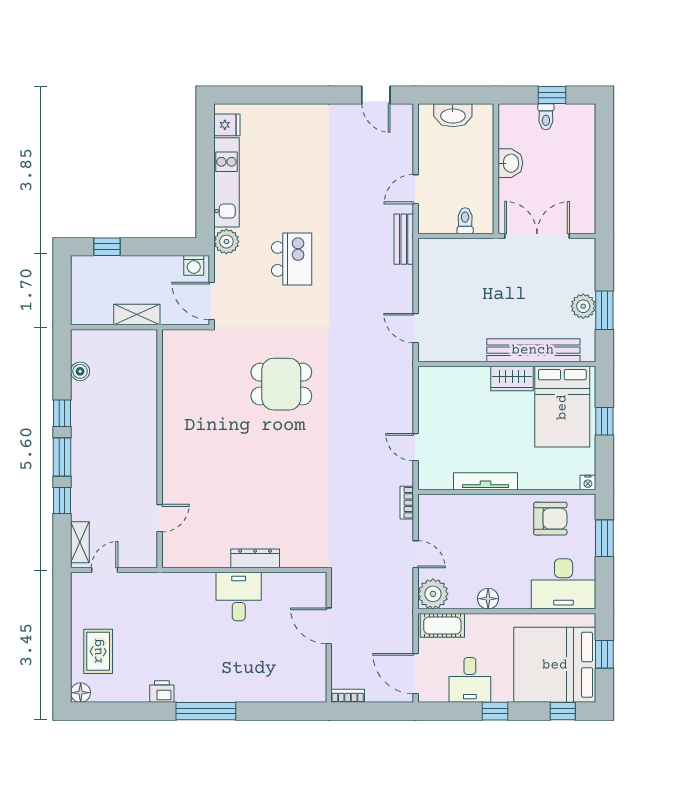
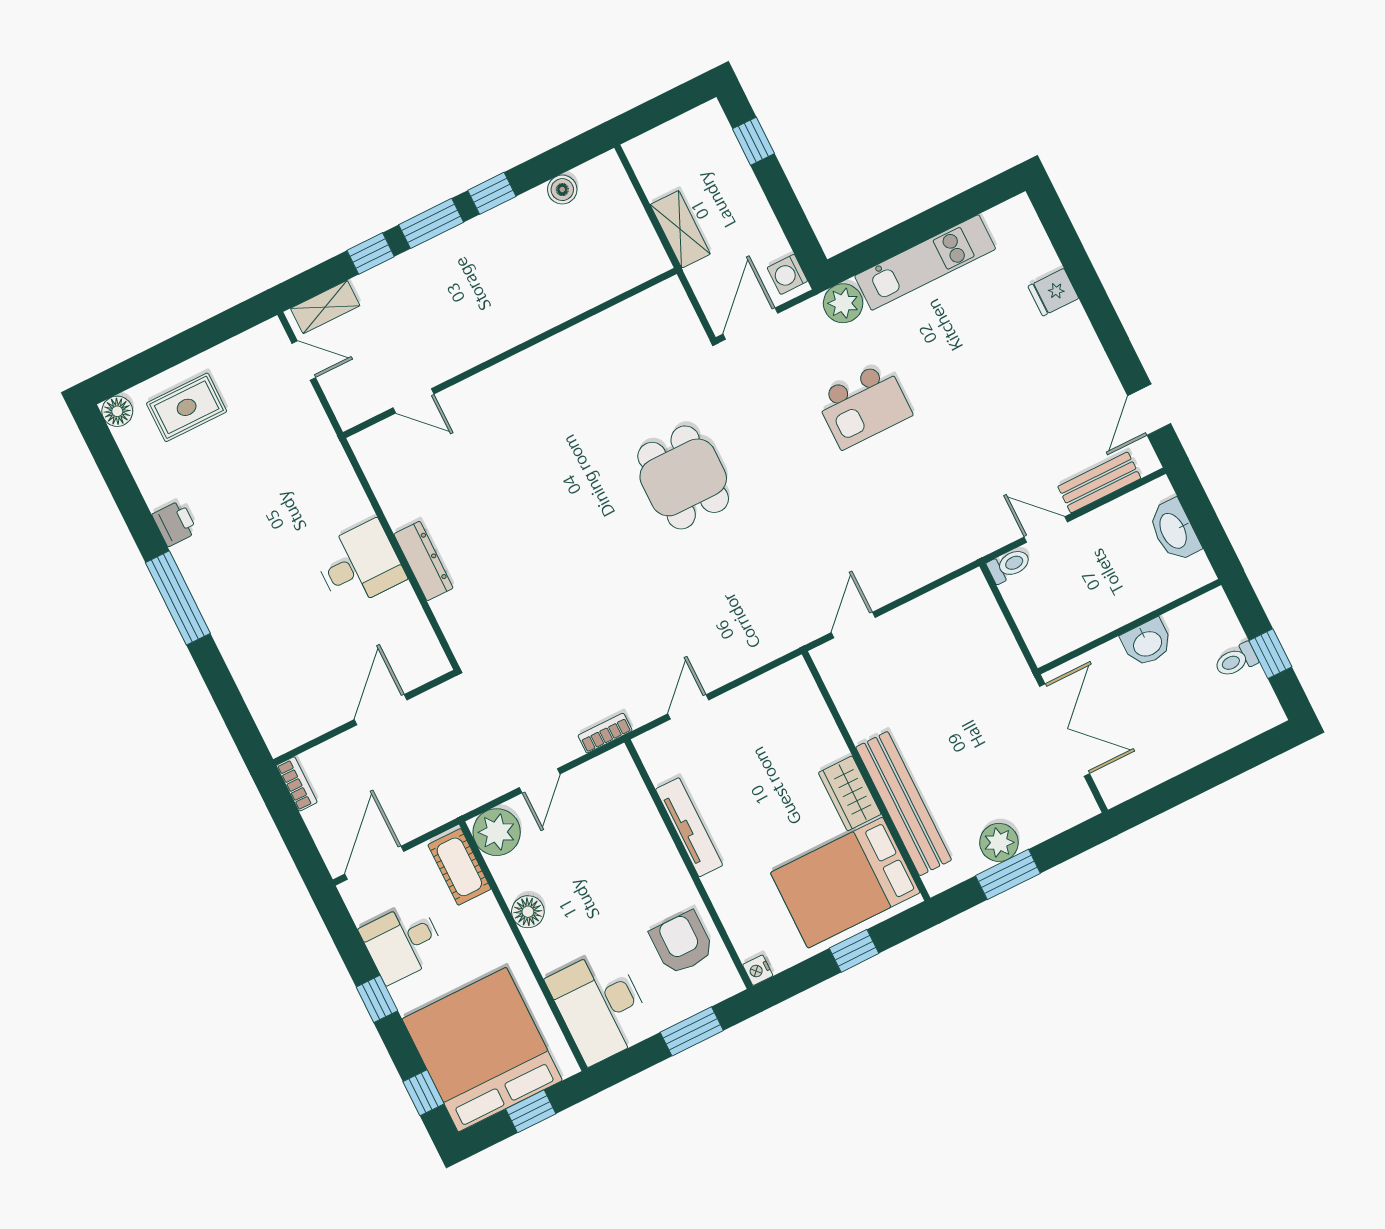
fridge: (227, 125) -> (1053, 292), moved, turned 90
toilet: (465, 221) -> (1009, 565), moved
bench: (404, 239) -> (1099, 482), moved
armchair: (550, 519) -> (682, 943), turned 180

